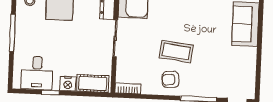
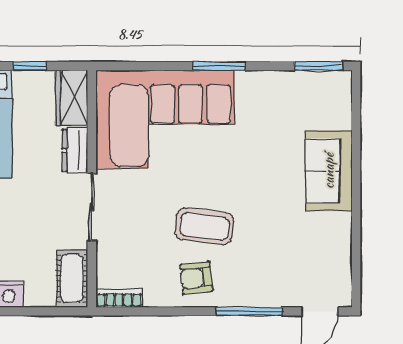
cot: (93, 84) -> (72, 278), moved, turned 90

